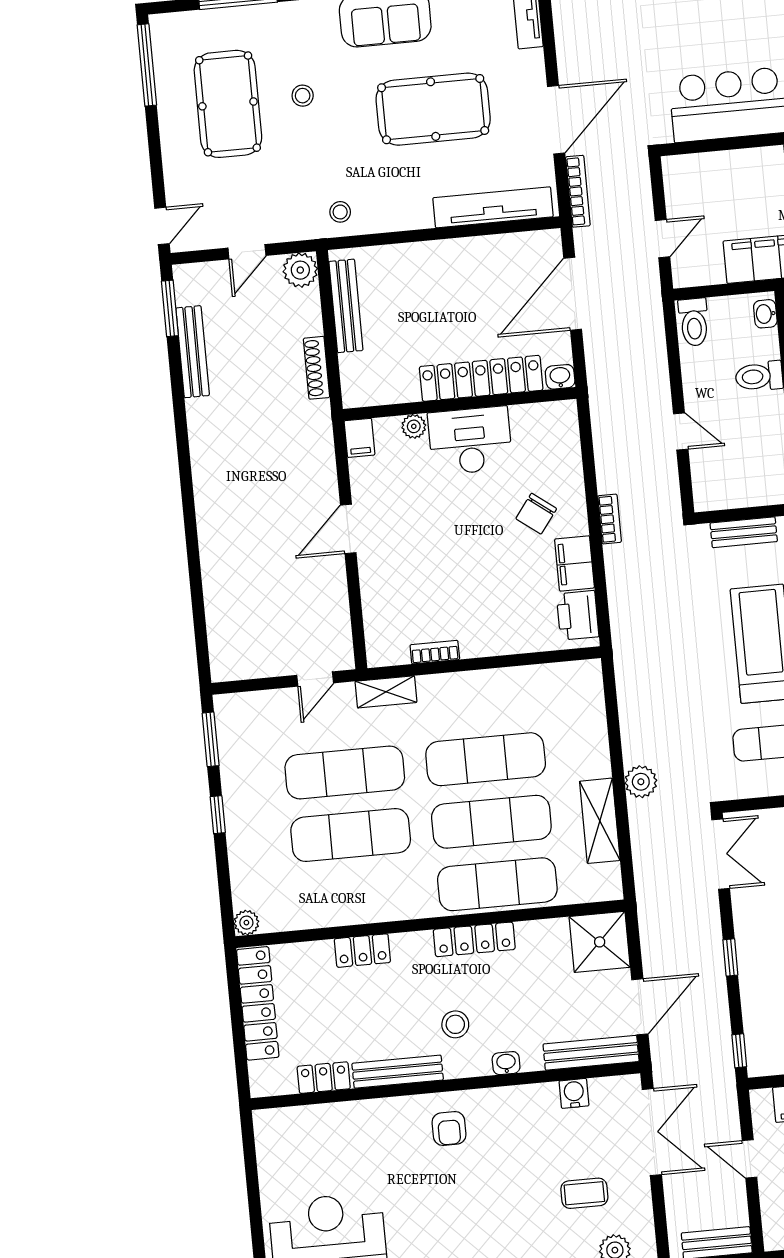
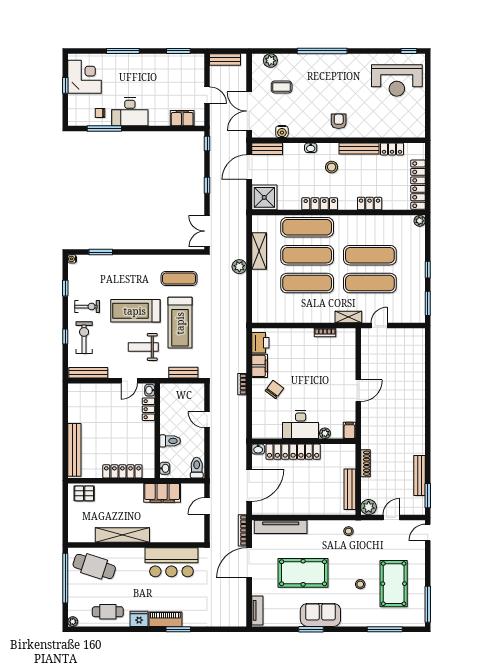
bench: (591, 1053) -> (267, 149), width x0.73

